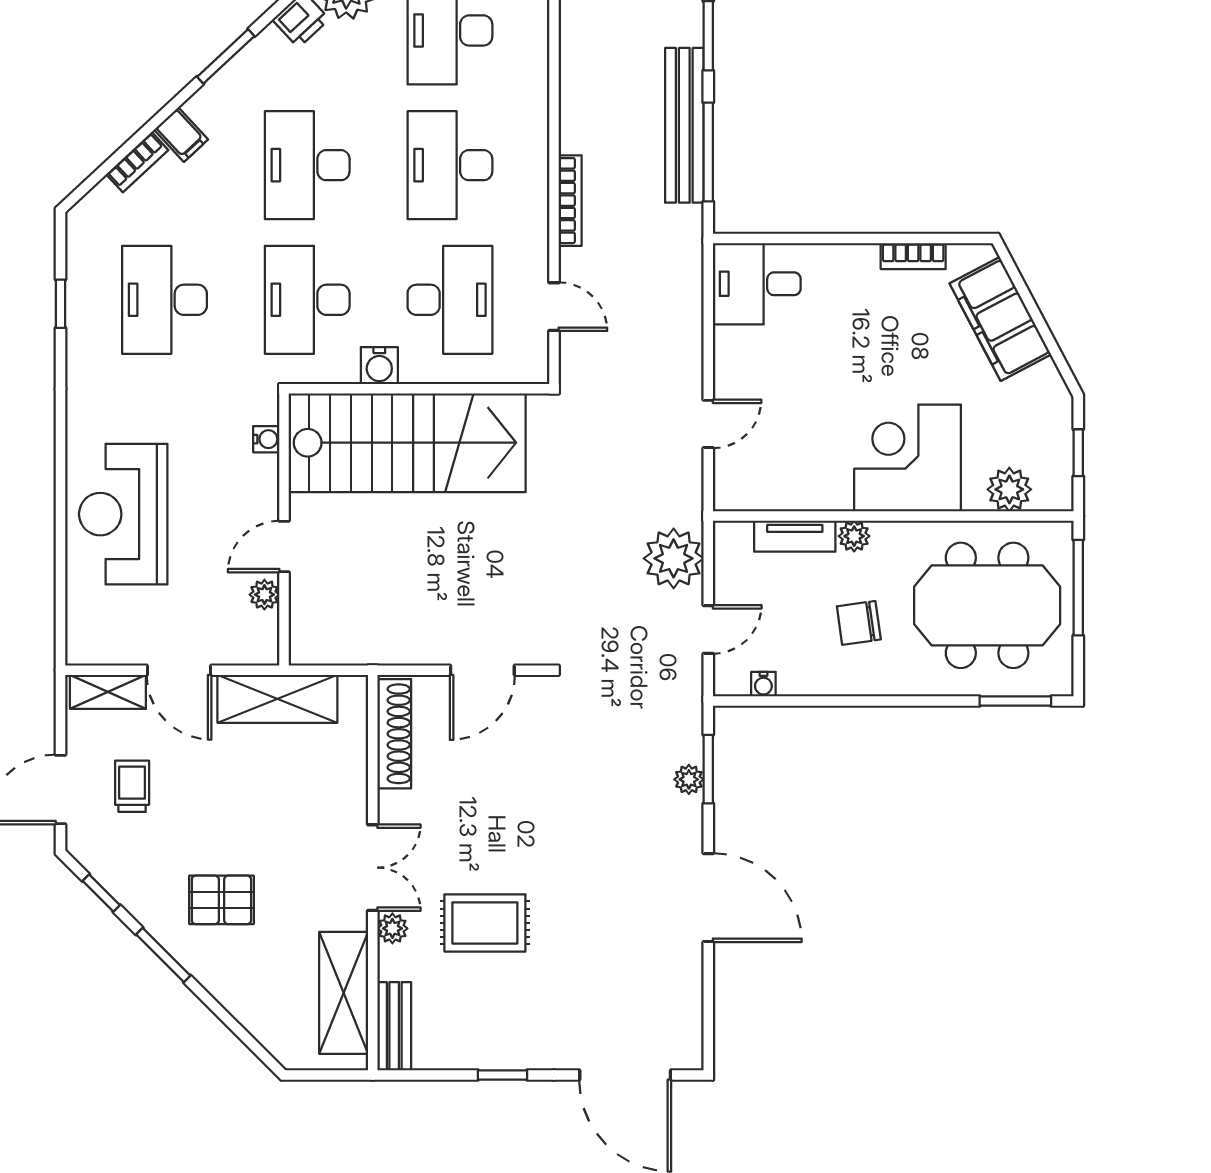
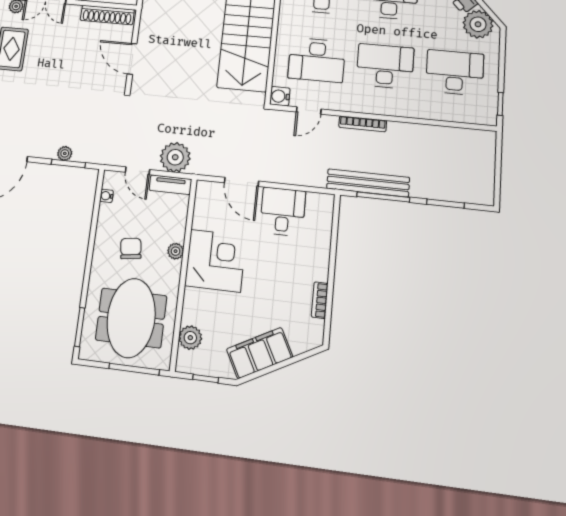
bench: (684, 125) -> (368, 183), moved
desk: (757, 284) -> (283, 212), moved
filing cabinet: (1000, 319) -> (260, 353), moved
water cooler: (379, 366) -> (280, 96), moved
door: (708, 424) -> (241, 182), width x1.38
corner desk: (908, 458) -> (215, 261), moved
tv unit: (795, 536) -> (170, 185), moved, turned -90

